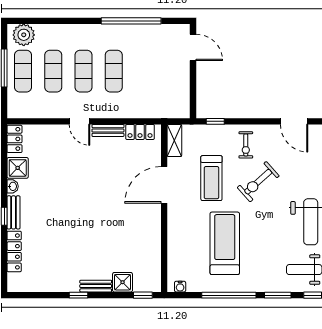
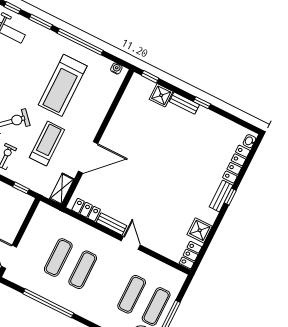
exercise mat: (83, 71) -> (58, 257), moved
washbasin: (13, 186) -> (249, 141), moved

